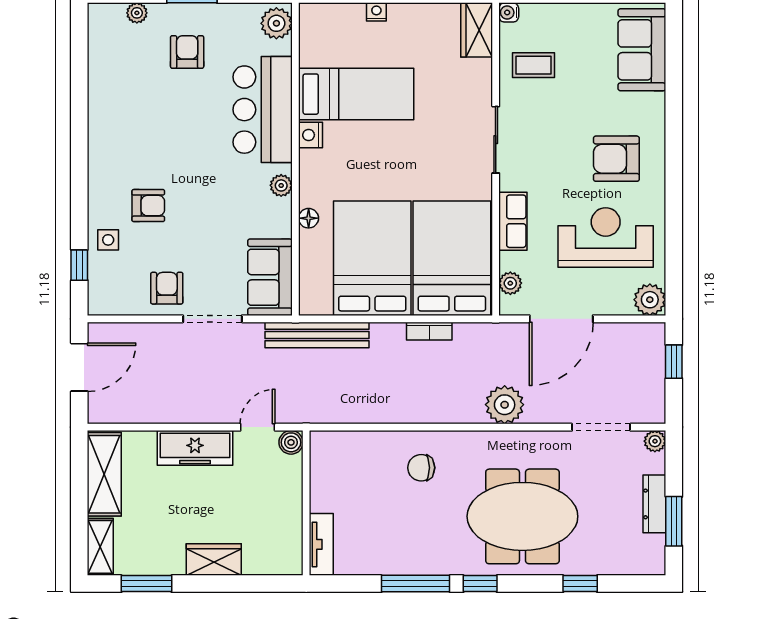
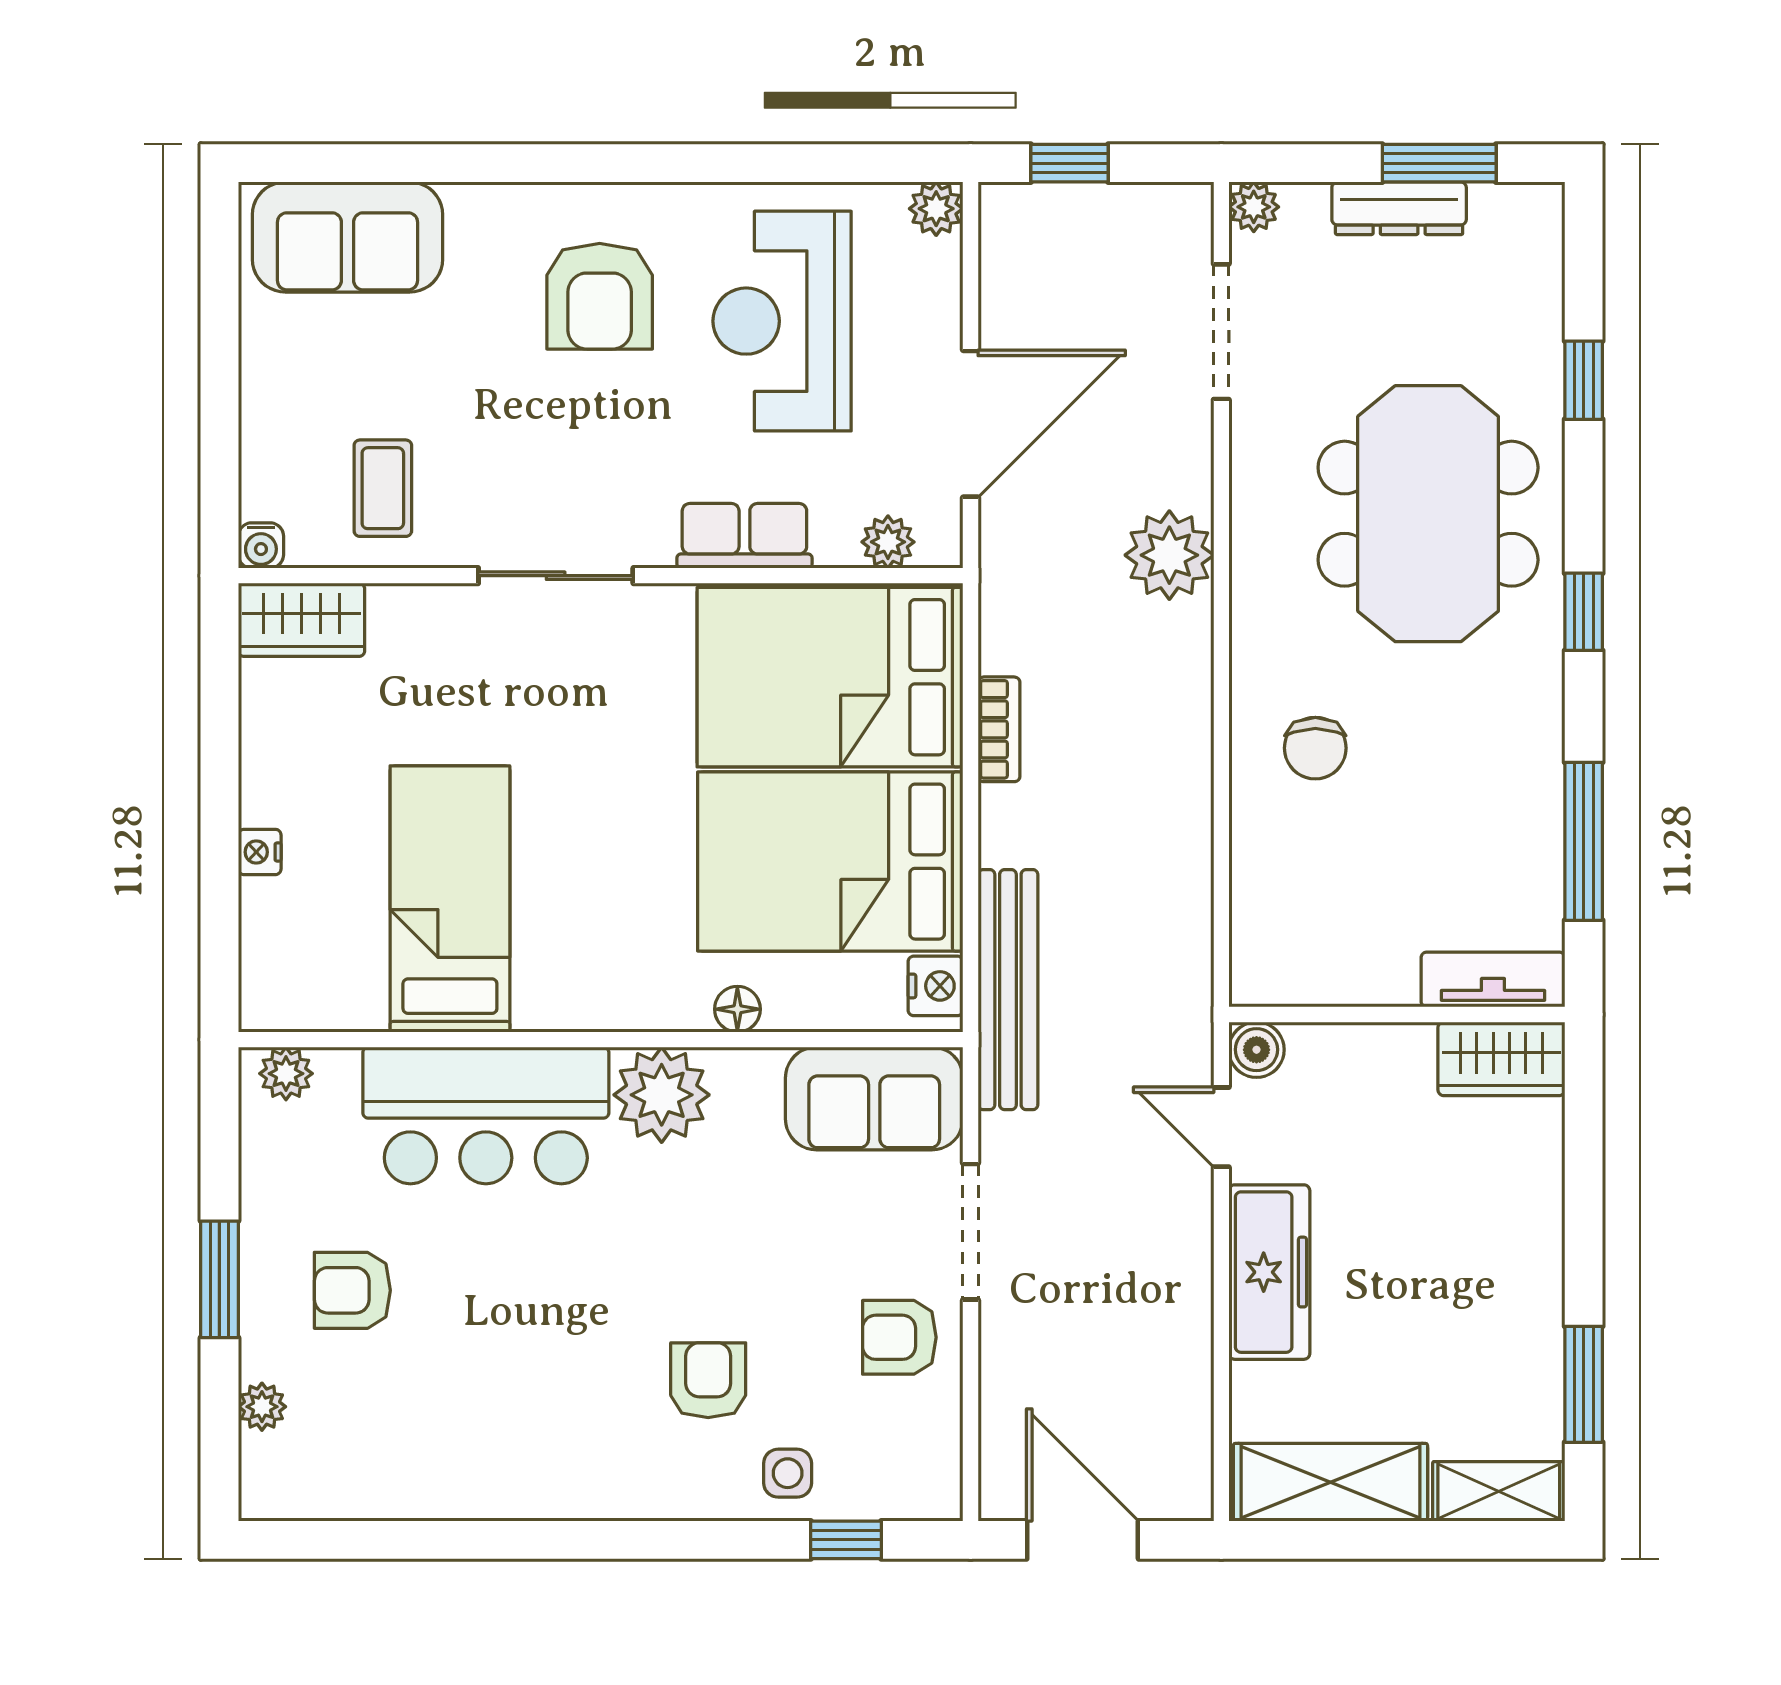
plant: (276, 23) -> (286, 1074), width x0.73, depth x0.73
nightstand: (310, 135) -> (936, 986), moved, turned -90
plant: (281, 185) -> (662, 1095), width x1.88, depth x1.88
plant: (650, 300) -> (936, 209), width x0.73, depth x0.73
door: (561, 319) -> (971, 424), hinge flipped
wardrobe: (214, 560) -> (1501, 1059), moved, turned -90
window: (416, 584) -> (1584, 841), moved

